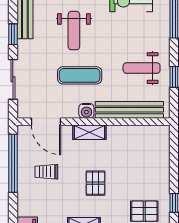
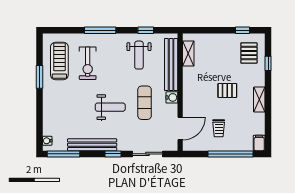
shelving: (89, 132) -> (188, 53), moved
window: (13, 163) -> (230, 154), moved

